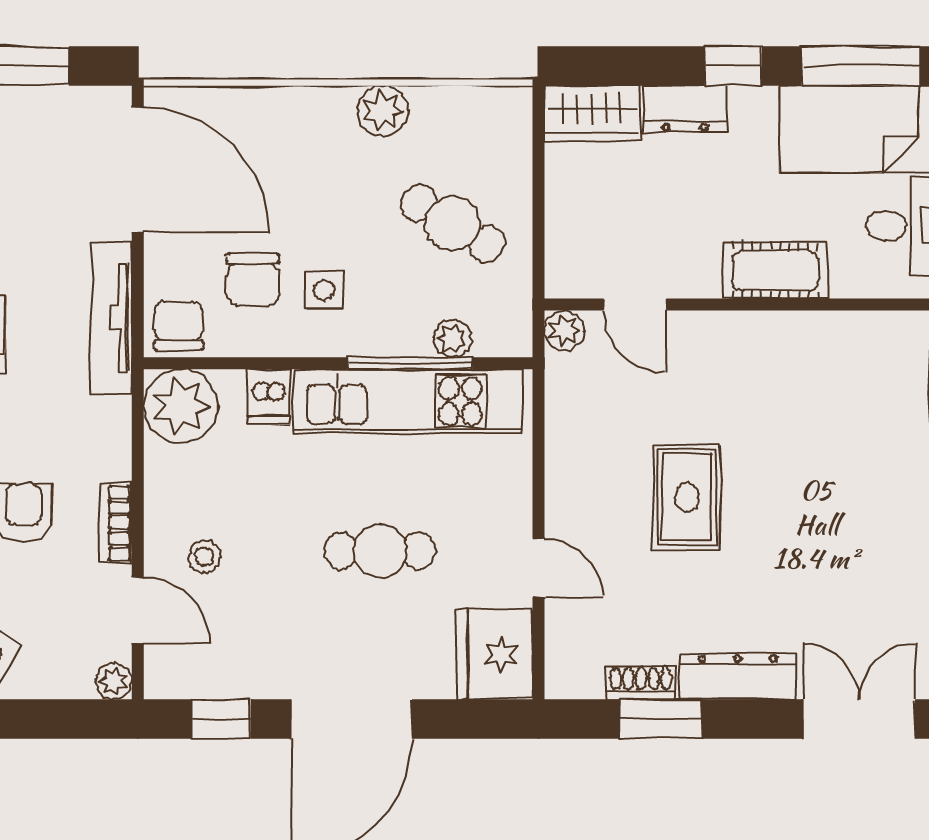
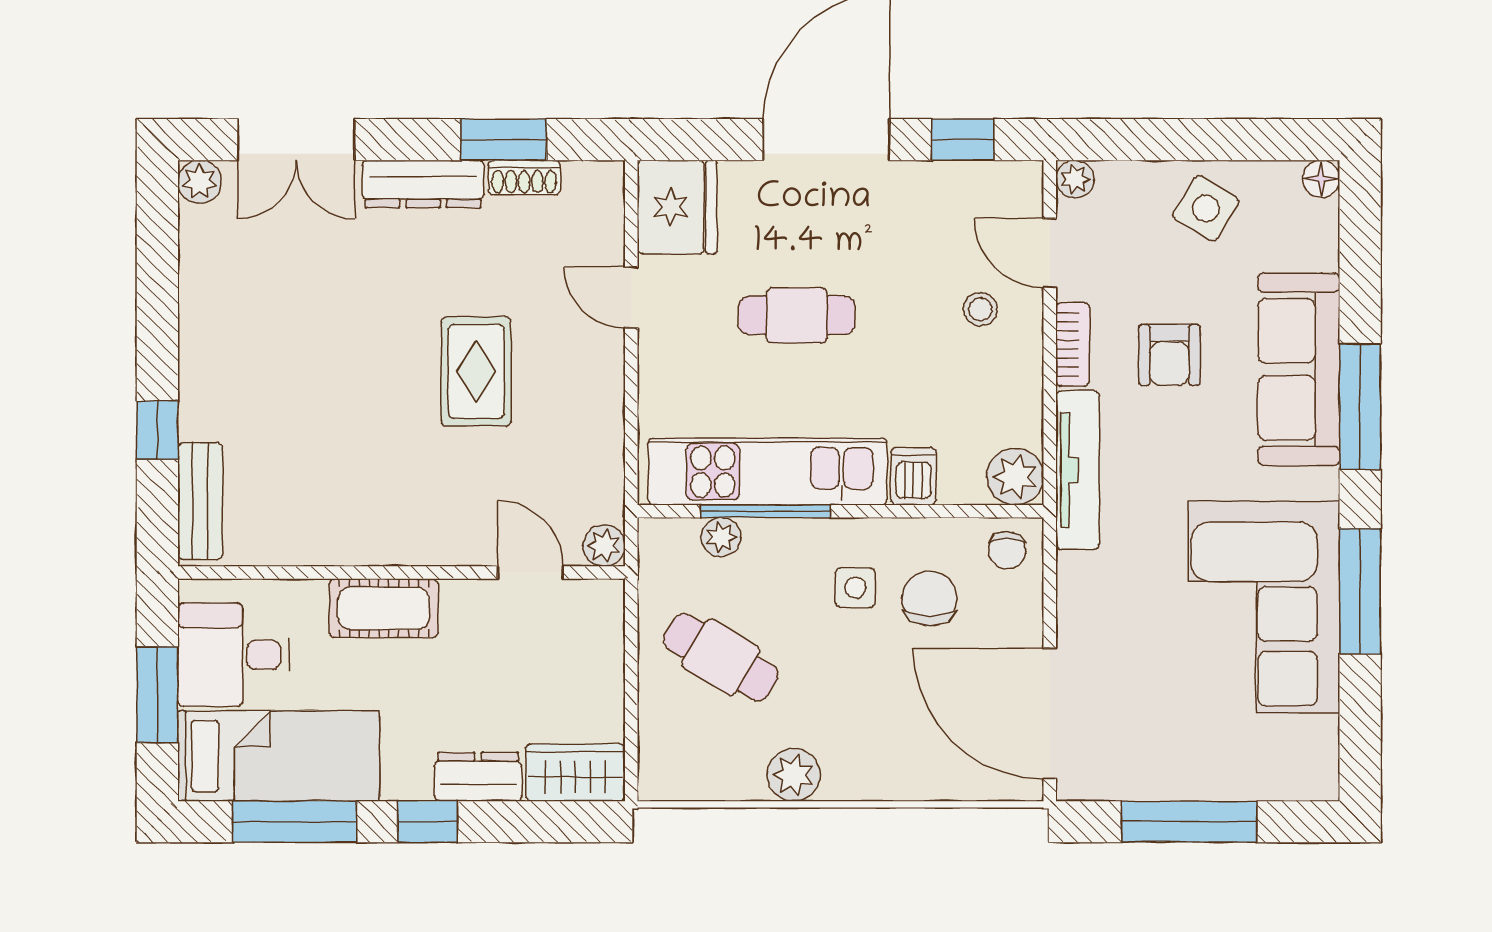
tv unit: (111, 317) -> (1077, 470), moved
chair: (179, 326) -> (1007, 550), width x0.73, depth x0.73
plant: (181, 406) -> (1015, 477), width x0.73, depth x0.73

